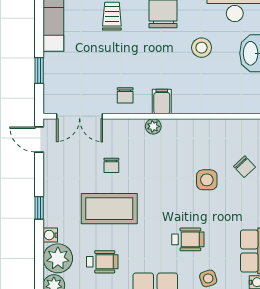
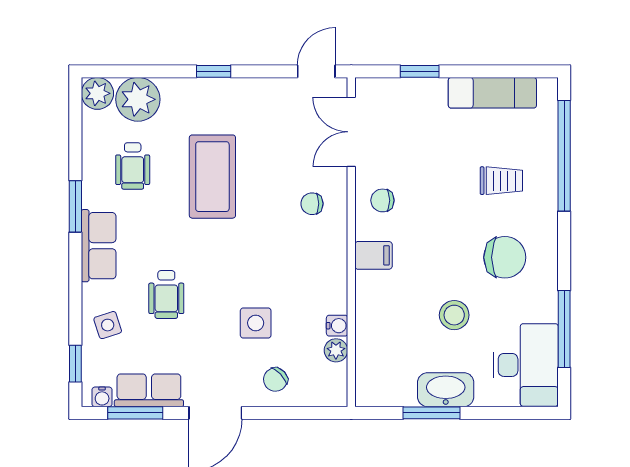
plant: (153, 126) -> (336, 350), moved
chair: (111, 165) -> (312, 204), moved
water cooler: (50, 235) -> (337, 326), moved, turned 90

